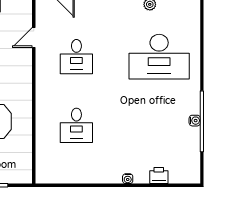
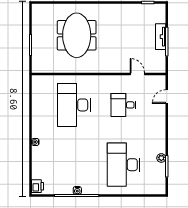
desk: (76, 125) -> (74, 105), width x1.87, depth x1.30
printer: (159, 175) -> (38, 186), moved

